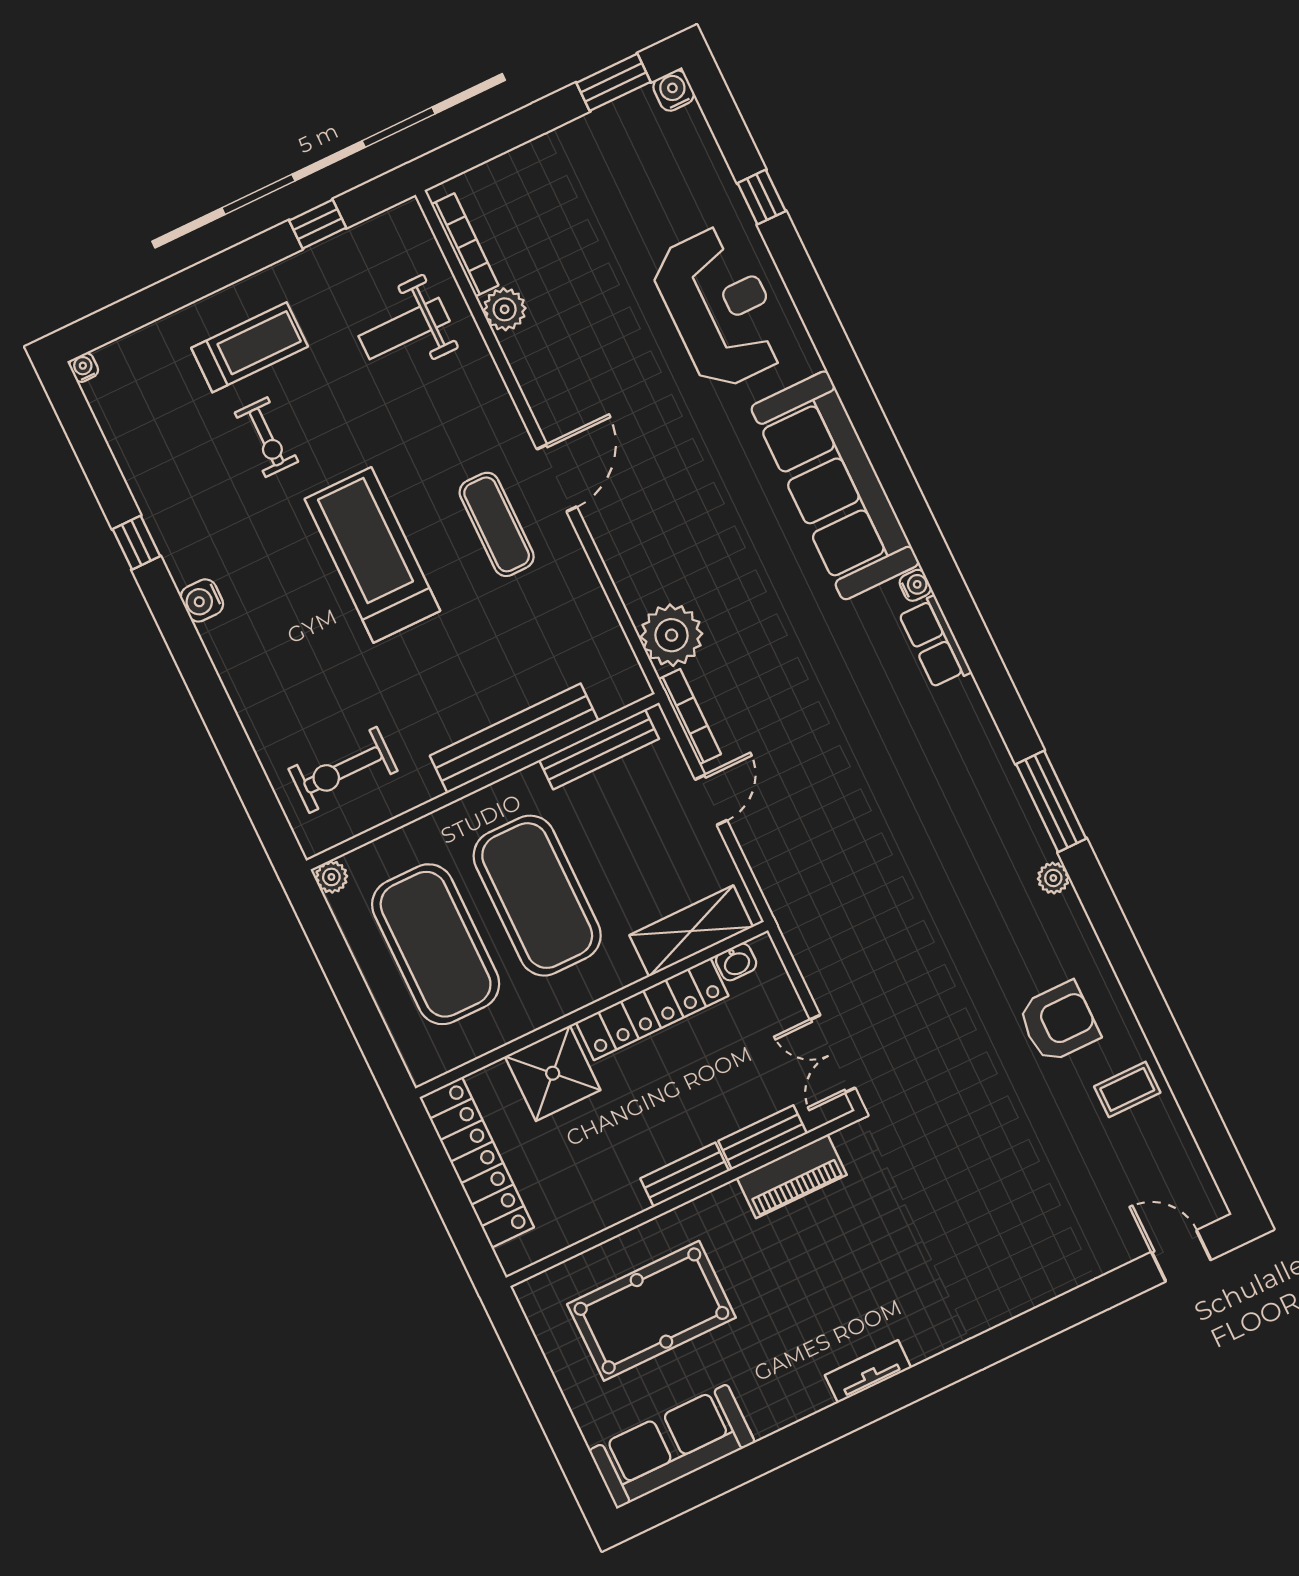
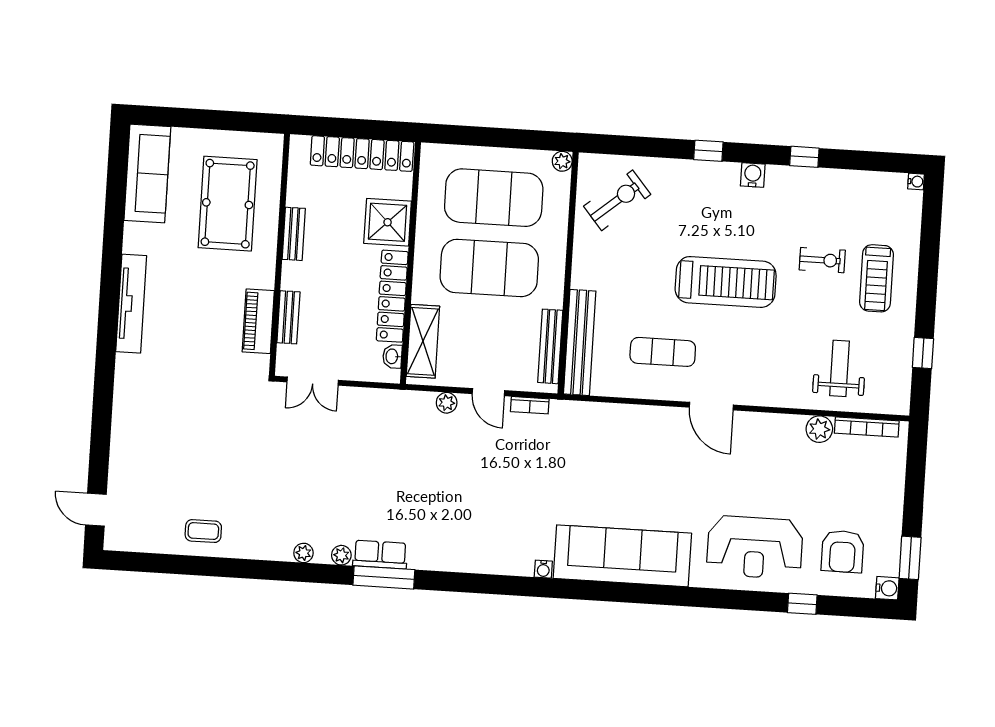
exercise bike: (267, 437) -> (822, 260), turned 180
exercise mat: (497, 524) -> (663, 352), moved
plant: (672, 635) -> (447, 403), moved, width x0.53, depth x0.53
row of seats: (935, 642) -> (380, 555), moved
window: (203, 681) -> (708, 151), added
bookcase: (690, 717) -> (530, 405), width x0.64
bench: (514, 738) -> (580, 342), moved
exercise bike: (343, 770) -> (617, 200), turned 50
plant: (1080, 933) -> (303, 553), added
armchair: (1059, 1022) -> (842, 551), moved
double door: (833, 1054) -> (313, 381), swing flipped
coffee table: (1127, 1089) -> (203, 531), turned 90
bench: (685, 1175) -> (294, 234), moved
door: (1181, 1256) -> (96, 510), swing flipped
tv unit: (868, 1371) -> (131, 304), width x1.92, depth x1.29

